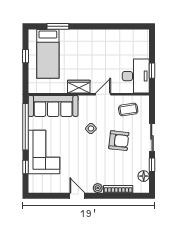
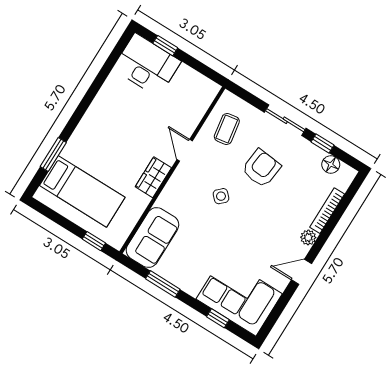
window: (25, 56) -> (94, 241), moved
window: (152, 71) -> (165, 46), moved
desk: (136, 76) -> (147, 65), moved
sofa: (53, 106) -> (152, 238), width x0.73
window: (25, 127) -> (163, 284), width x0.47
corner sofa: (44, 152) -> (239, 296), moved

